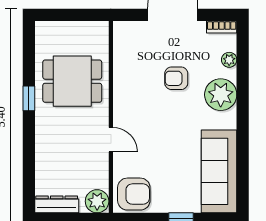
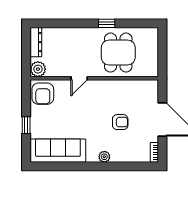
plant: (229, 60) -> (133, 157), removed
armchair: (176, 78) -> (120, 122), turned 90
plant: (221, 95) -> (104, 157), width x0.53, depth x0.53

